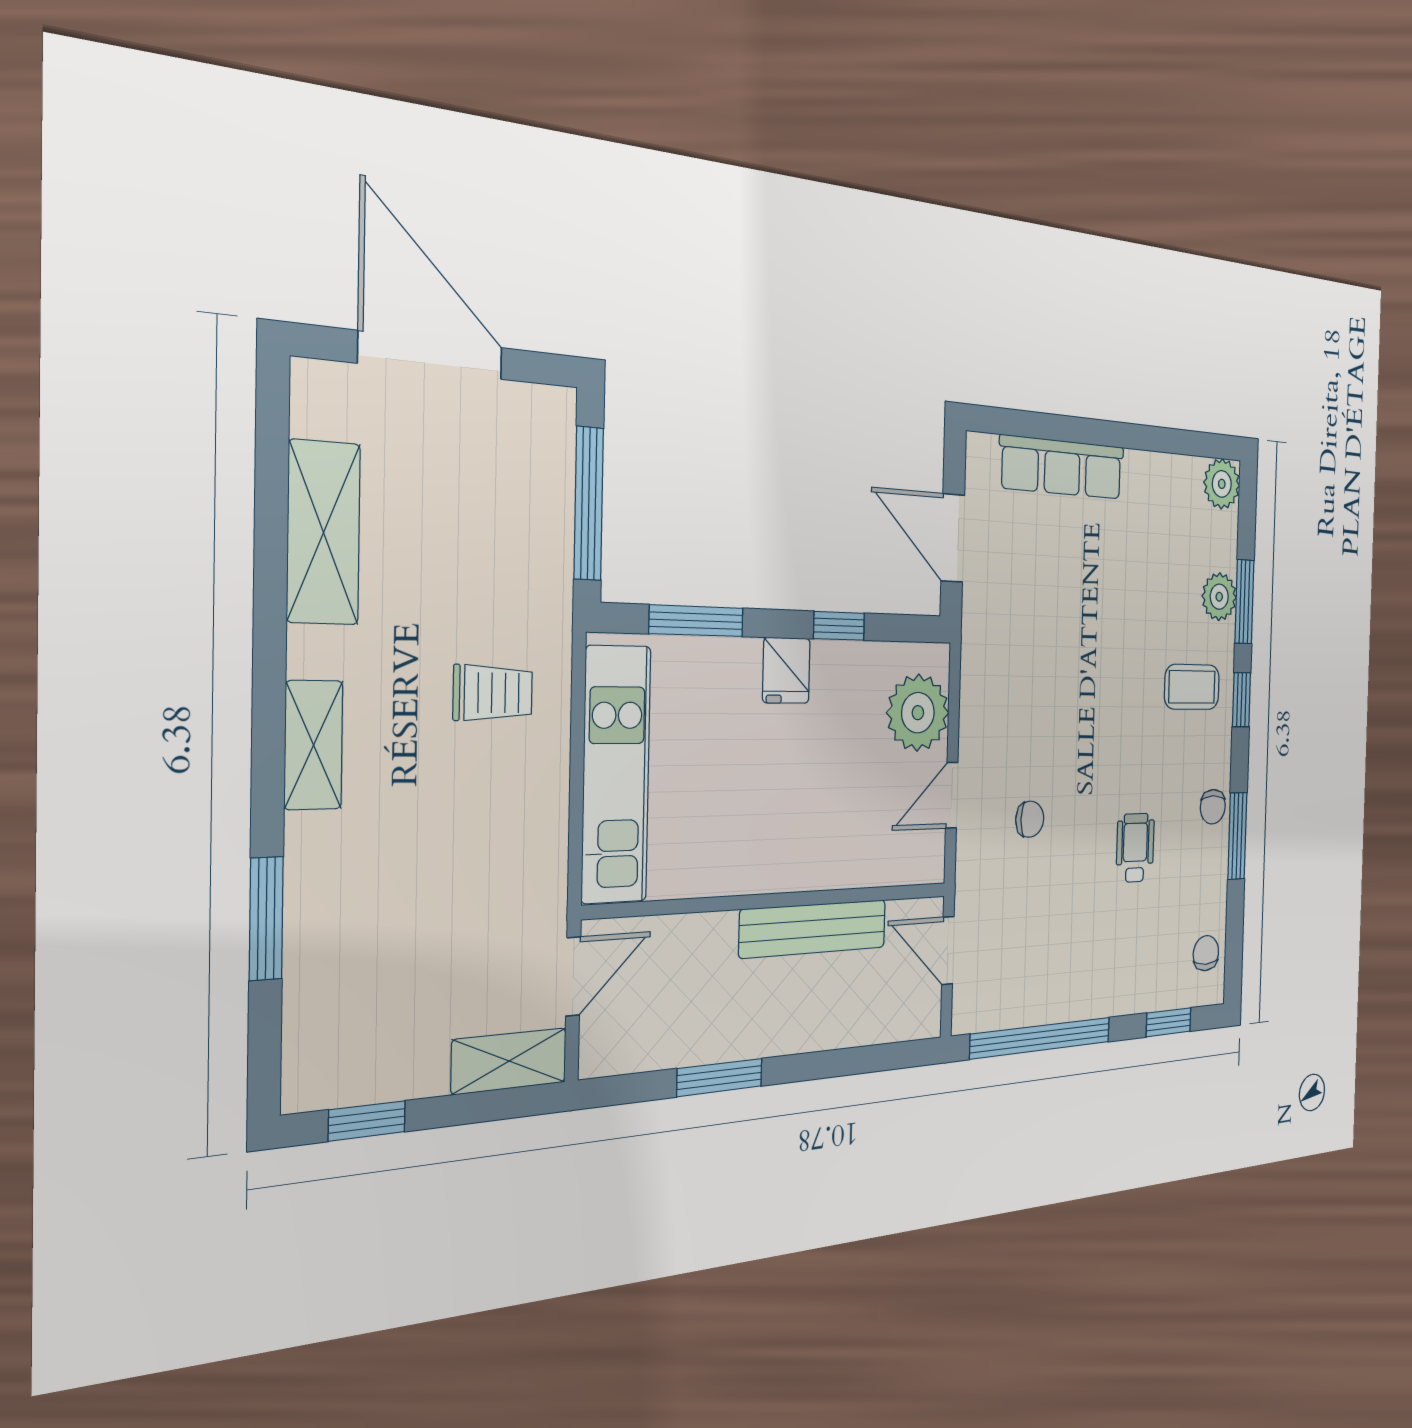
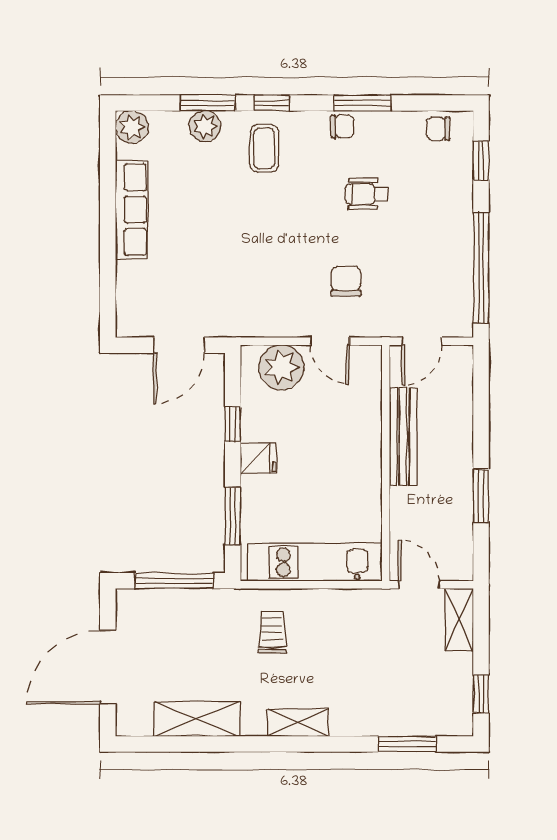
row of seats: (1062, 467) -> (131, 210), moved
chair: (1030, 819) -> (346, 281), width x1.37, depth x1.37
window: (266, 919) -> (407, 744), moved

